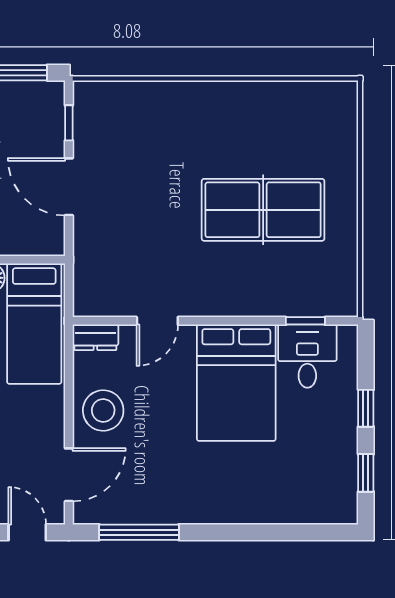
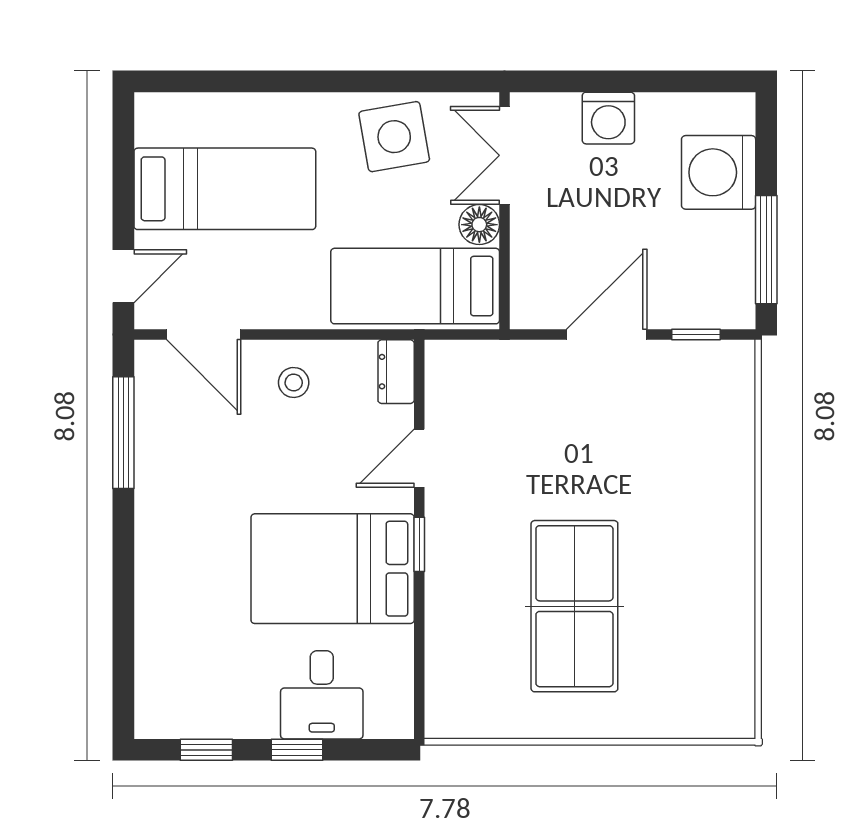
door: (157, 321) -> (419, 458), hinge flipped
window: (305, 321) -> (419, 544), moved
desk: (307, 356) -> (322, 695), moved, turned 90
stool: (103, 411) -> (294, 382), width x0.53, depth x0.53

